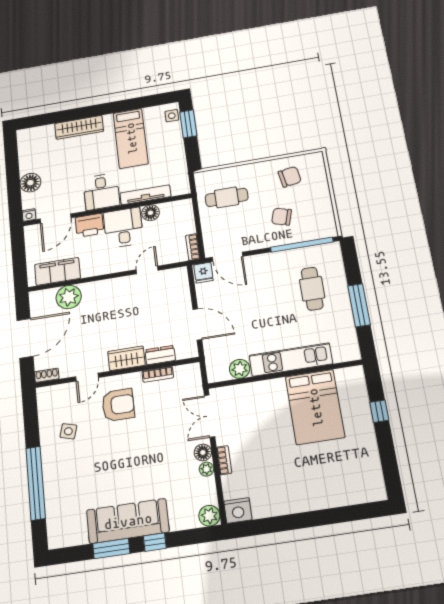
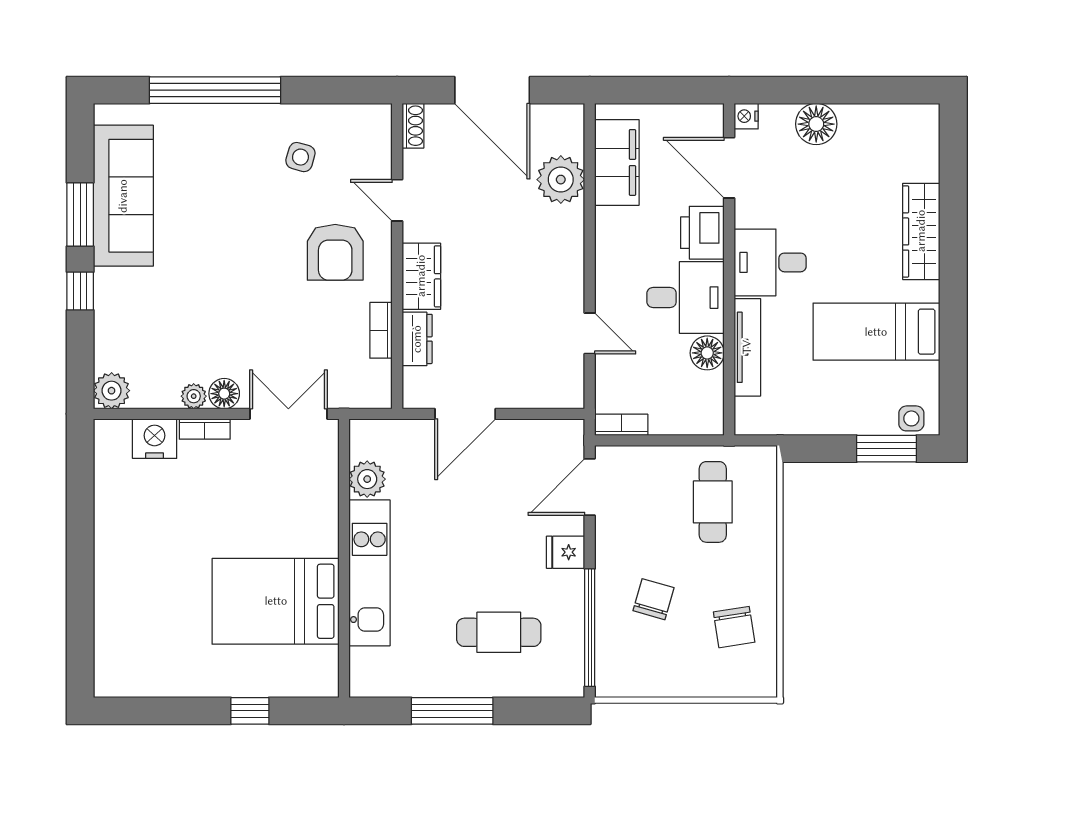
fridge: (203, 273) -> (566, 552), moved
nightstand: (238, 511) -> (155, 439), moved, turned 90
sofa: (128, 521) -> (123, 196), moved

